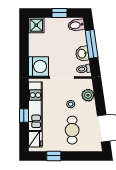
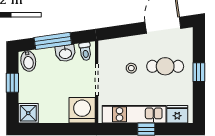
plant: (88, 95) -> (120, 46), removed
window: (54, 156) -> (199, 72), moved

